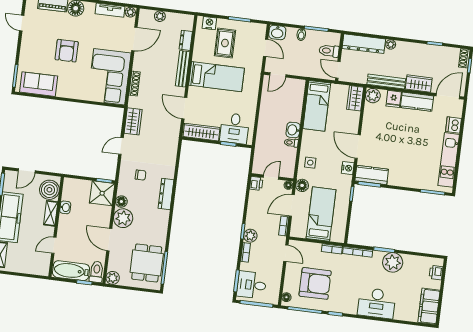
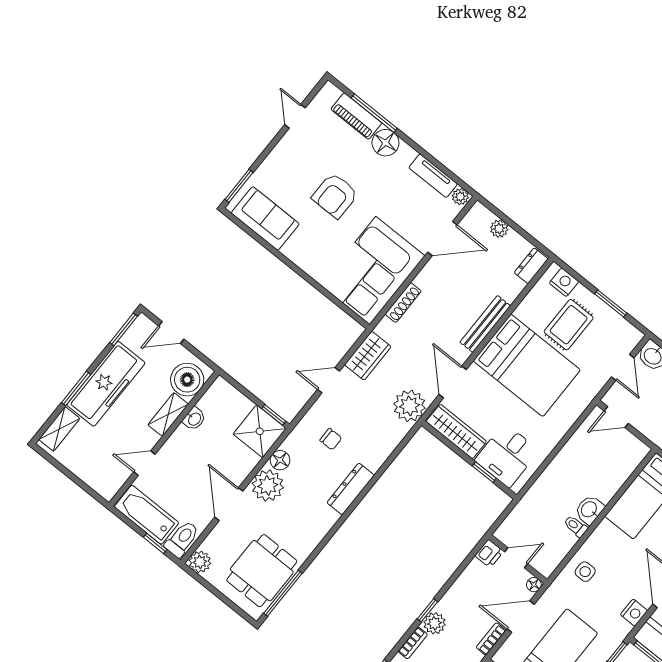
dresser: (186, 40) -> (531, 266), moved
bed: (216, 77) -> (527, 365), width x1.50
plant: (170, 134) -> (409, 406), added
floor lamp: (302, 185) -> (553, 597), removed

